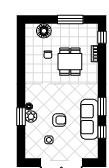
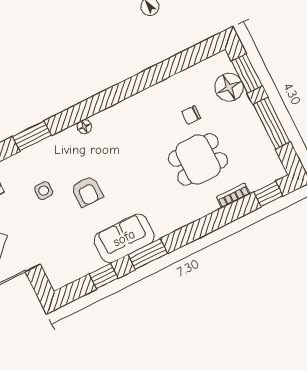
window: (42, 20) -> (247, 73), added
window: (21, 117) -> (32, 136), moved
plant: (31, 117) -> (69, 139), removed
sofa: (89, 119) -> (124, 238), width x0.73

